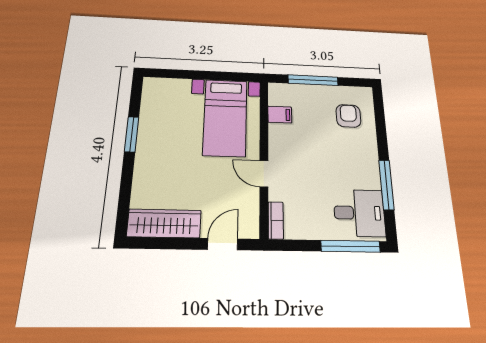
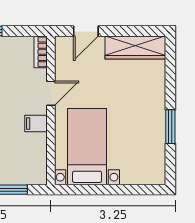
filing cabinet: (280, 115) -> (36, 124), moved
door: (264, 174) -> (51, 93), hinge flipped

